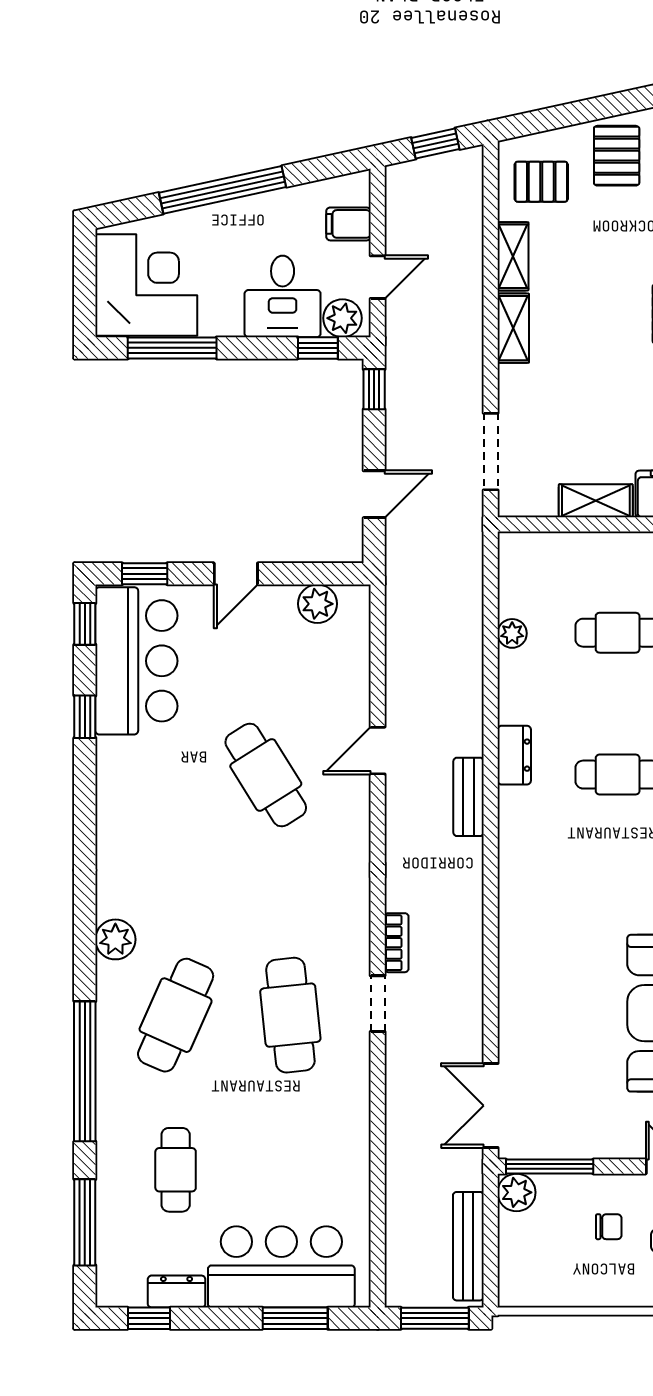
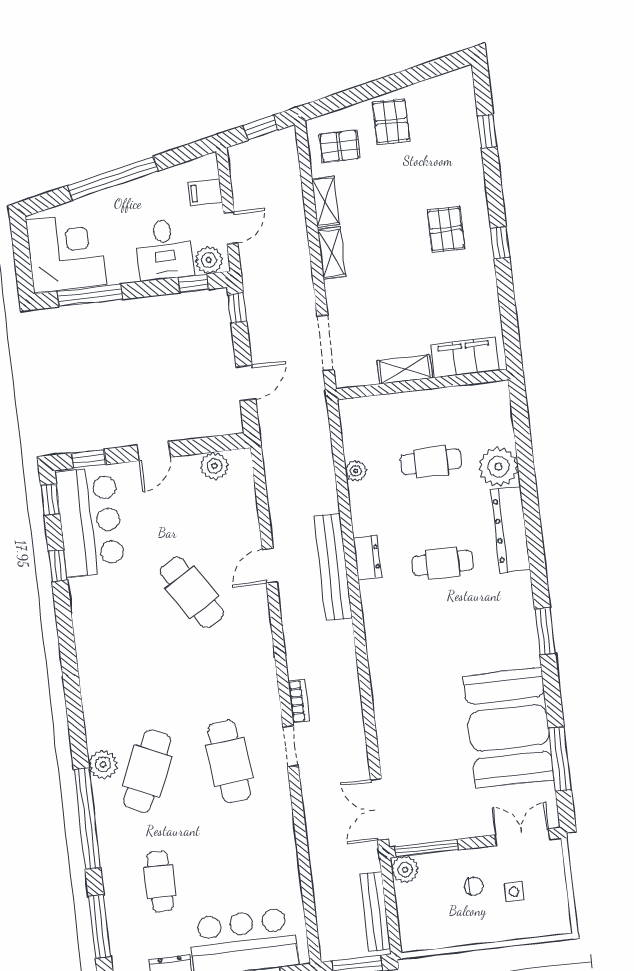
bench: (468, 797) -> (333, 567), width x1.86, depth x1.21
plant: (115, 939) -> (103, 764), moved

